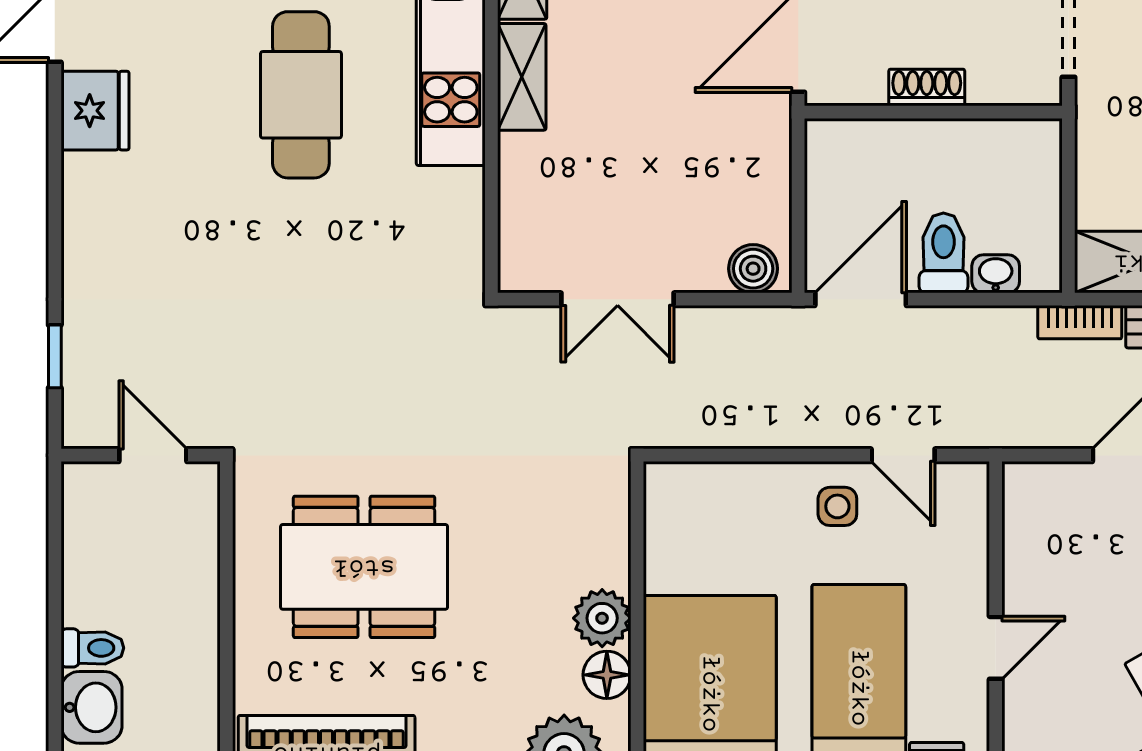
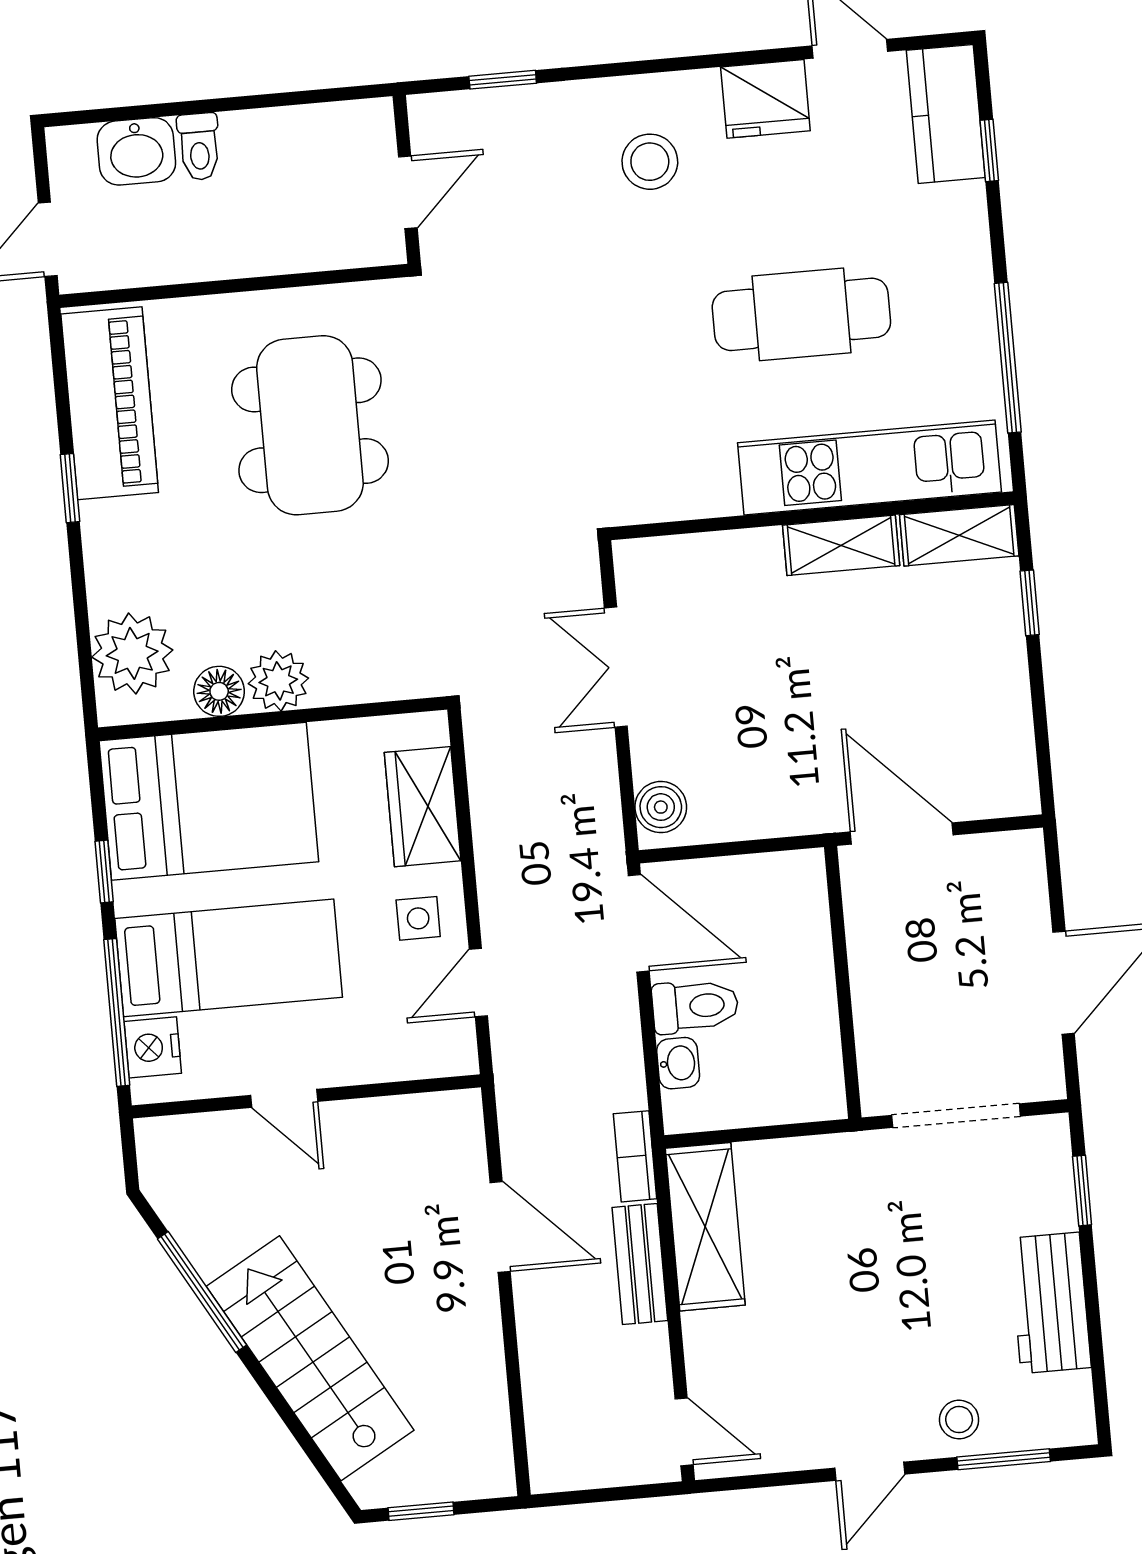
shoe rack: (927, 87) -> (868, 973), removed
stool: (144, 225) -> (650, 162), added
wardrobe: (733, 493) -> (423, 807), added

